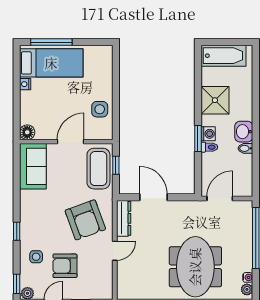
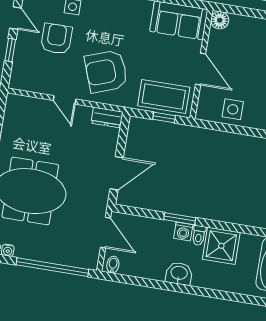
toilet: (209, 147) -> (199, 235), moved
bidet: (245, 148) -> (113, 265), moved
door: (153, 197) -> (117, 173), moved
dresser: (124, 218) -> (107, 117), width x0.70

